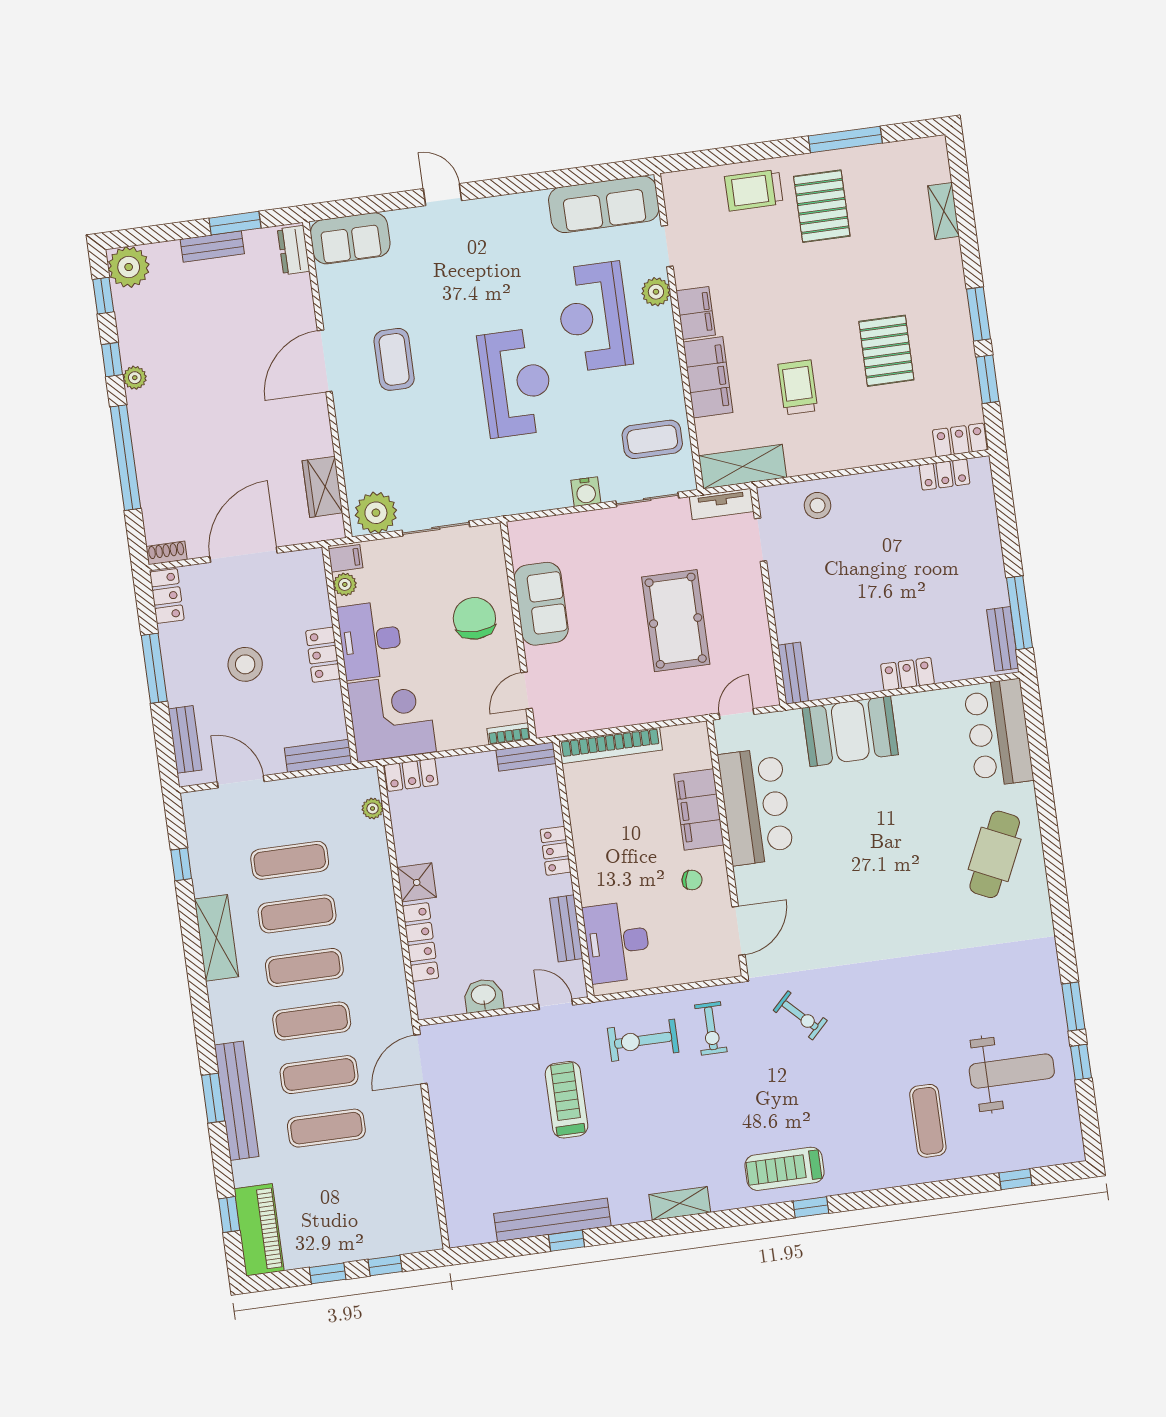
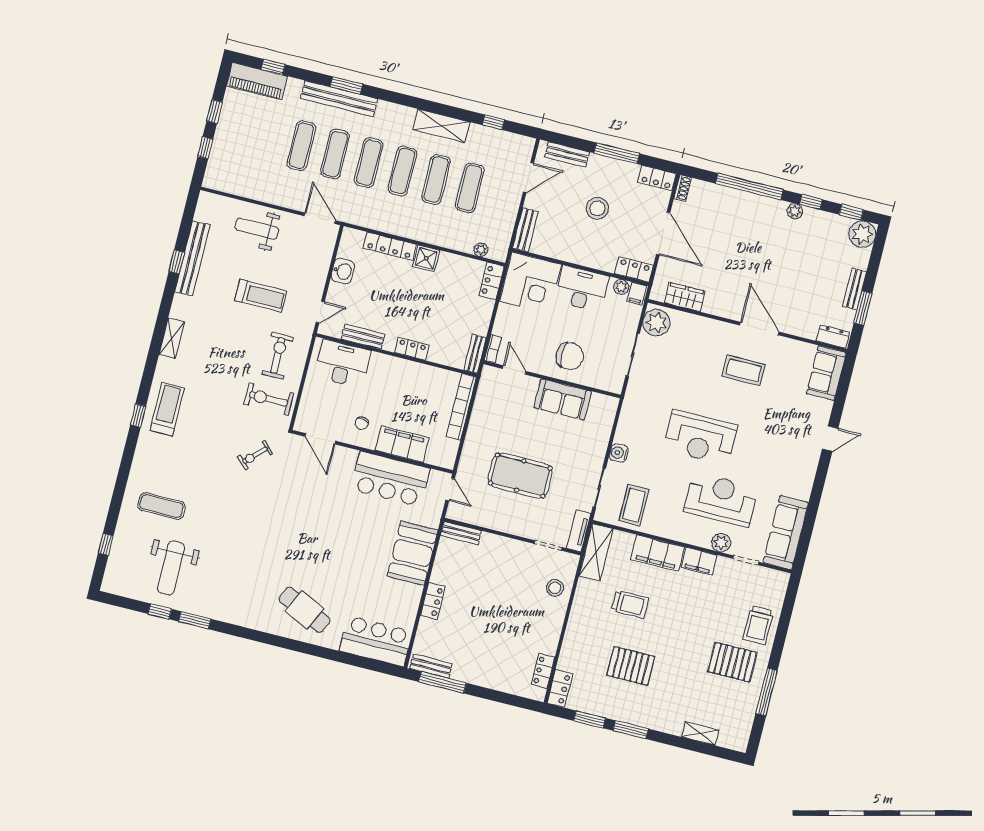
trolley: (754, 190) -> (758, 625), turned 180
locker: (323, 655) -> (634, 269), moved
exercise bike: (711, 1028) -> (269, 399), width x1.38, depth x1.39
weight bench: (472, 1144) -> (257, 229), added

